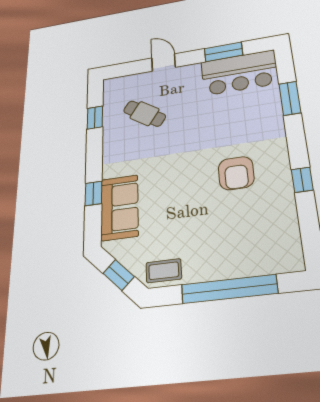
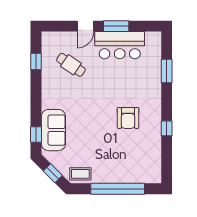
window: (223, 52) -> (116, 26), moved
door: (163, 63) -> (85, 26), swing flipped
bar counter: (239, 73) -> (120, 45), moved
window: (93, 193) -> (36, 134), moved

